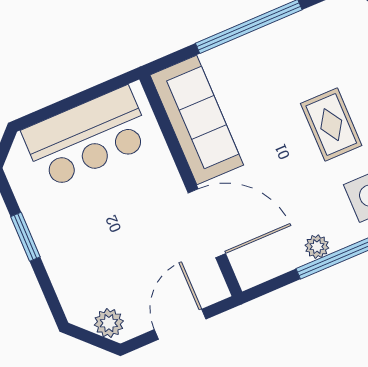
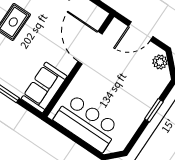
sofa: (197, 120) -> (44, 87), width x0.73
window: (25, 237) -> (154, 110), moved

